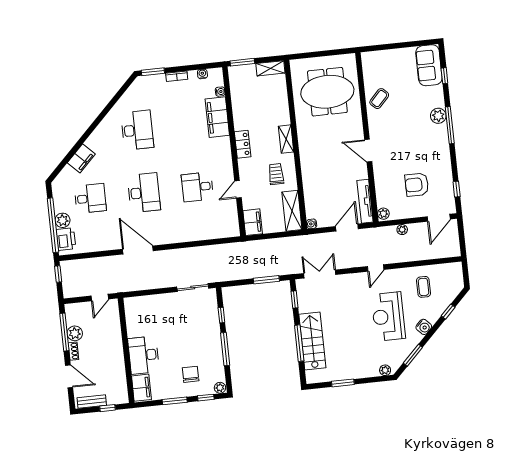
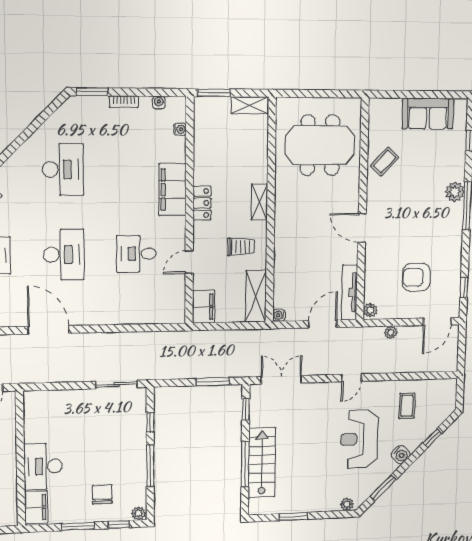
sofa: (429, 65) -> (428, 114), moved, turned -90
filing cabinet: (217, 117) -> (173, 190), moved
trolley: (276, 174) -> (241, 247), turned 90

